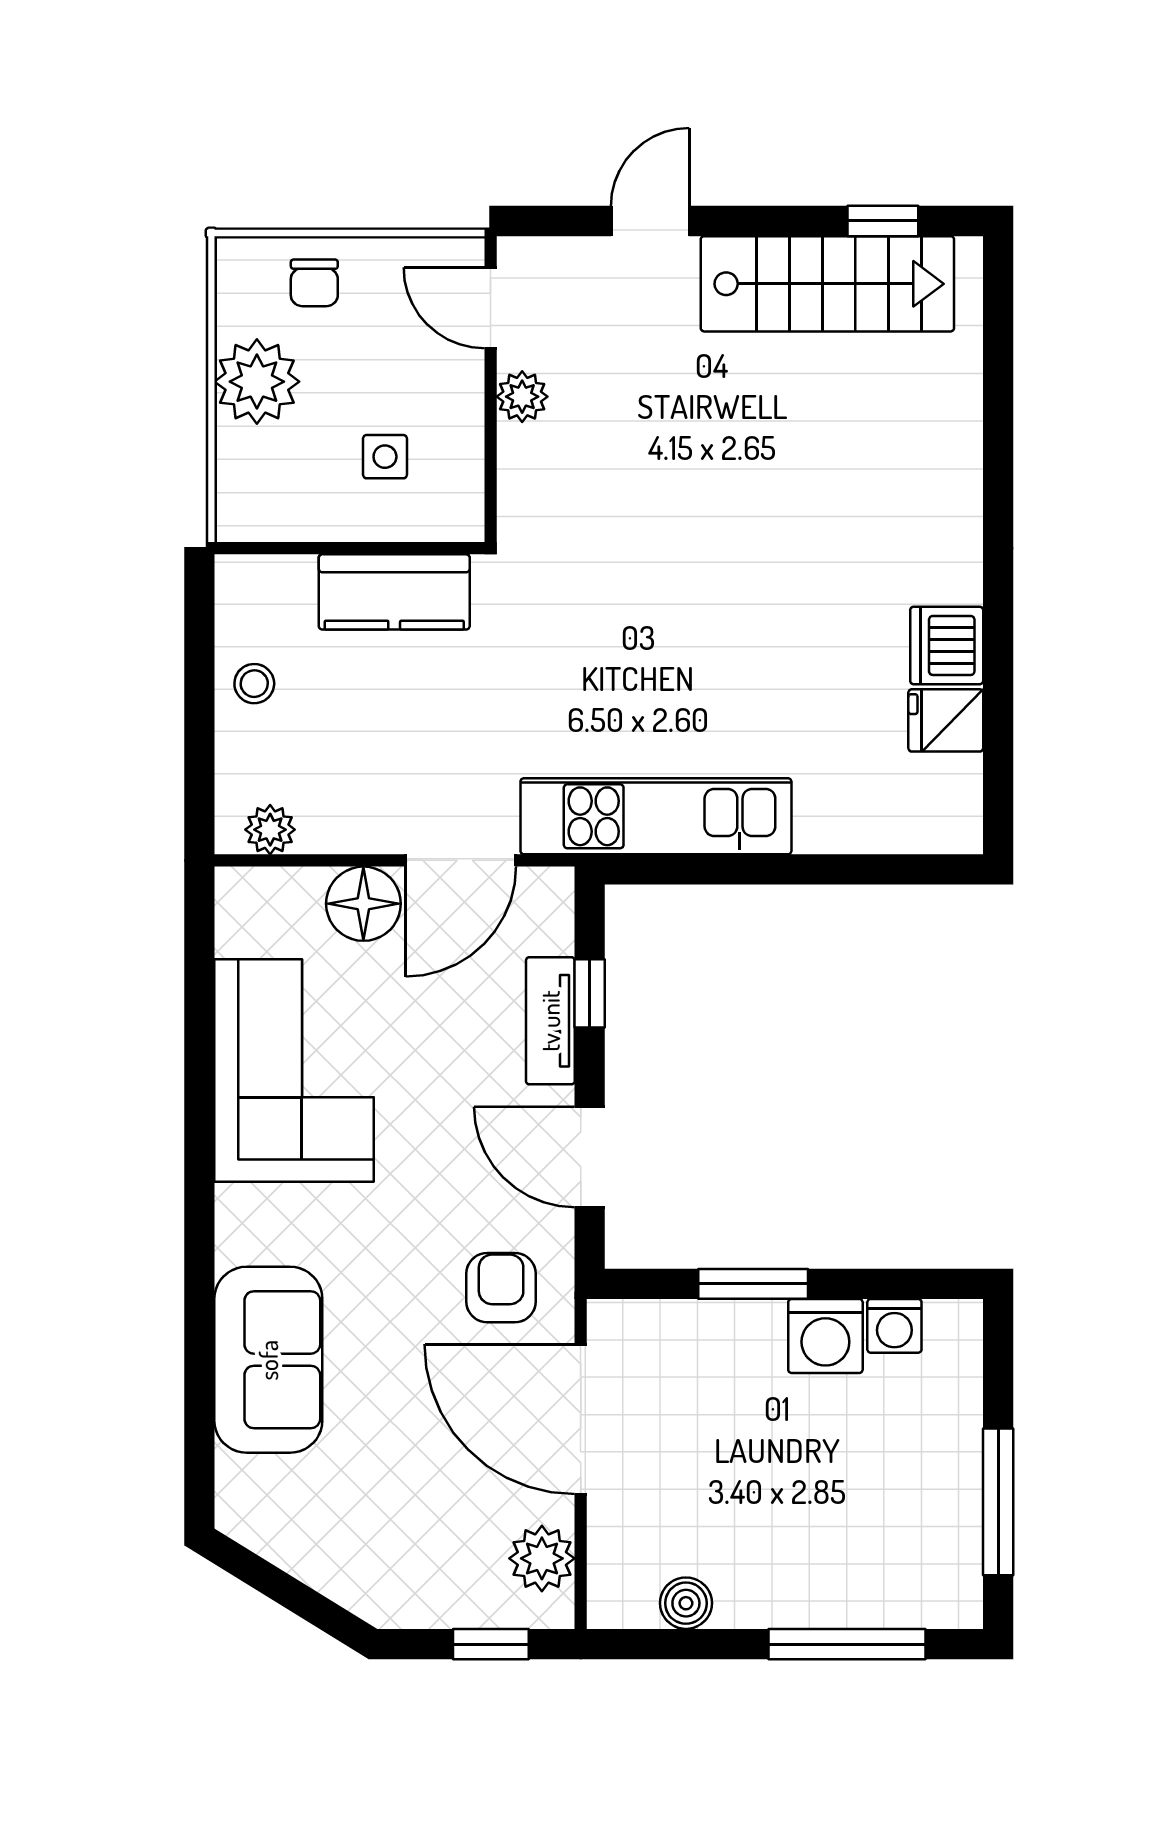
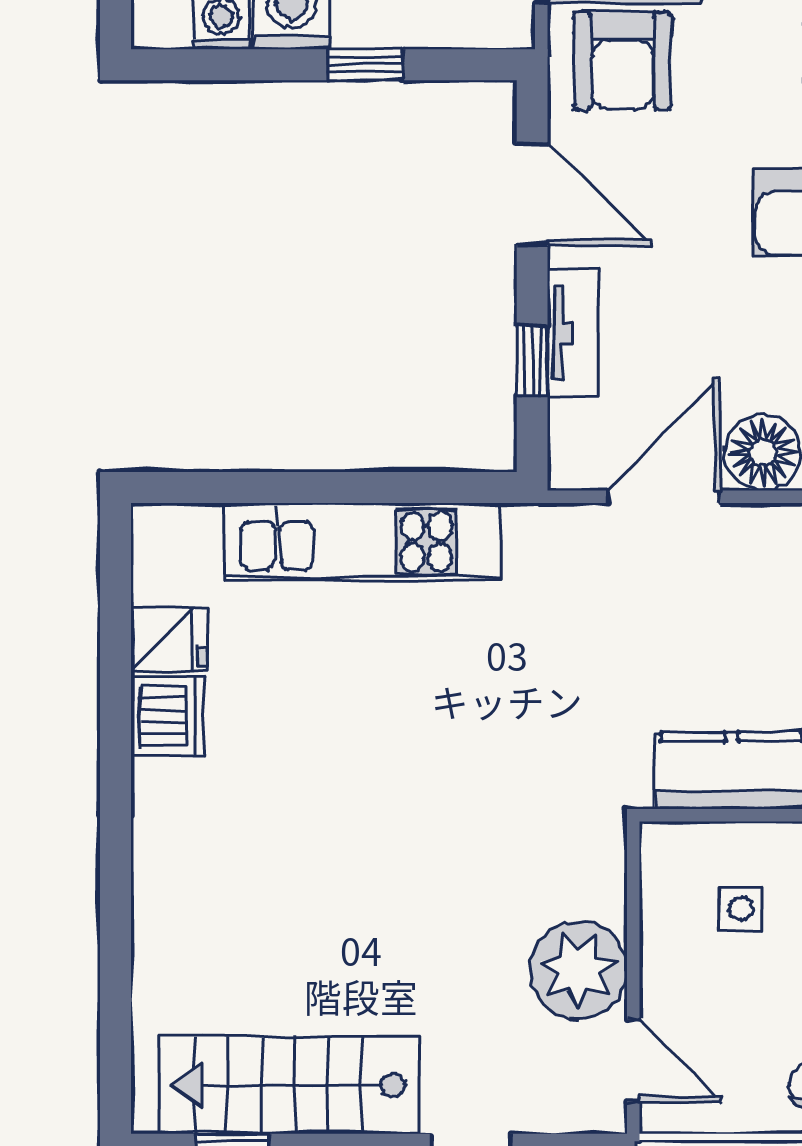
plant: (522, 397) -> (578, 970), width x1.88, depth x1.88
kitchen unit: (656, 816) -> (363, 542), moved
window: (753, 1284) -> (365, 65), width x0.67
armchair: (501, 1288) -> (623, 61), width x1.38, depth x1.38

